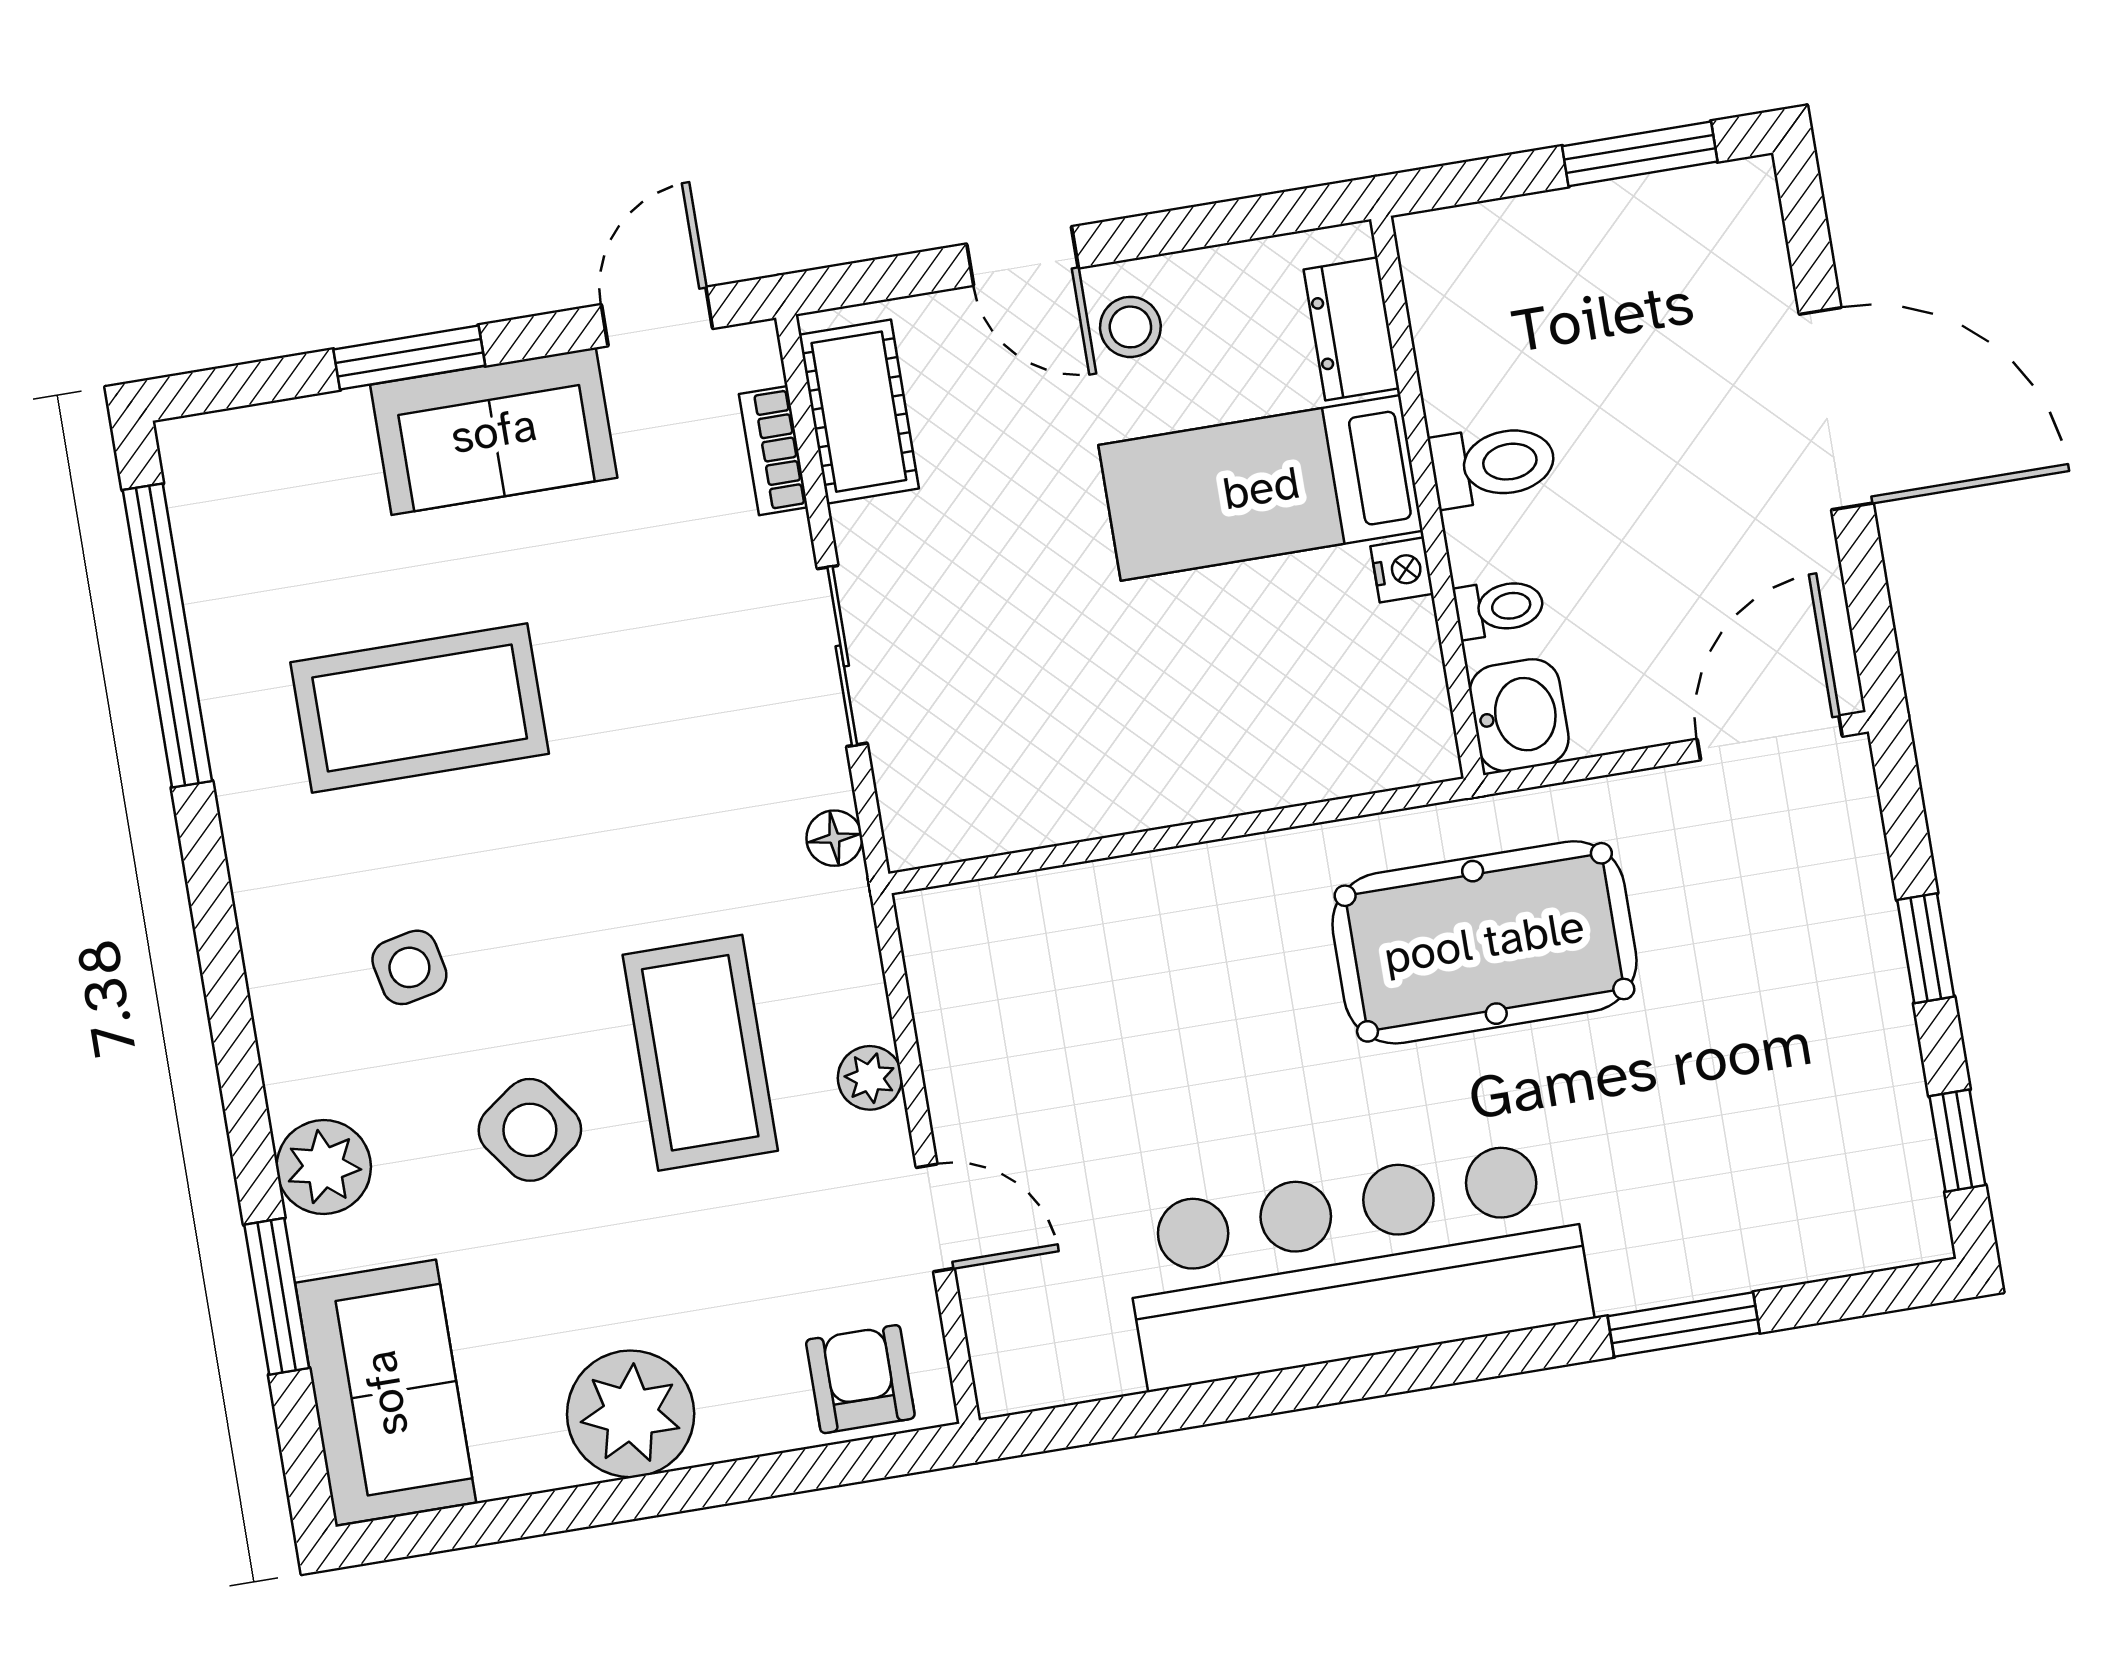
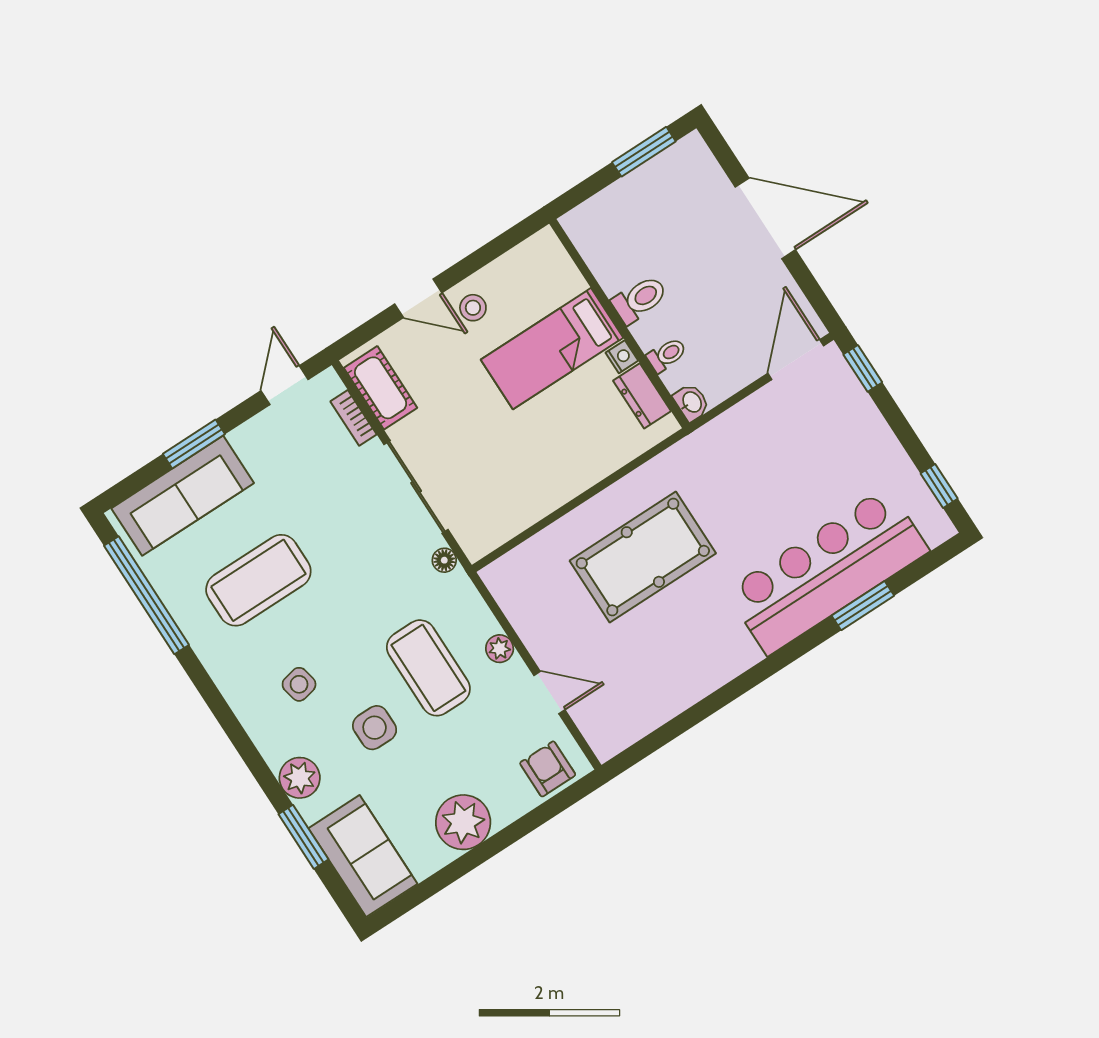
dresser: (1351, 329) -> (642, 396), moved
sofa: (494, 431) -> (183, 496), moved, width x1.36
sliding door: (842, 656) -> (416, 487), width x1.37
washbasin: (1519, 715) -> (691, 402), width x0.72, depth x0.69
pool table: (1484, 942) -> (643, 557), moved
window: (1926, 948) -> (863, 368), moved
side table: (530, 1130) -> (375, 728), turned 36
bar counter: (1356, 1265) -> (827, 571), moved

